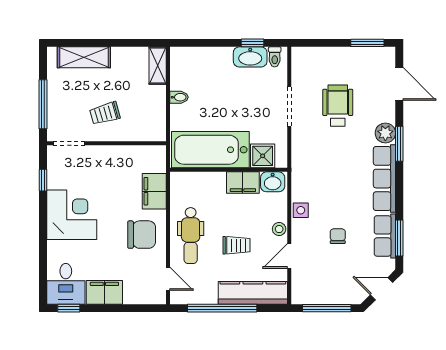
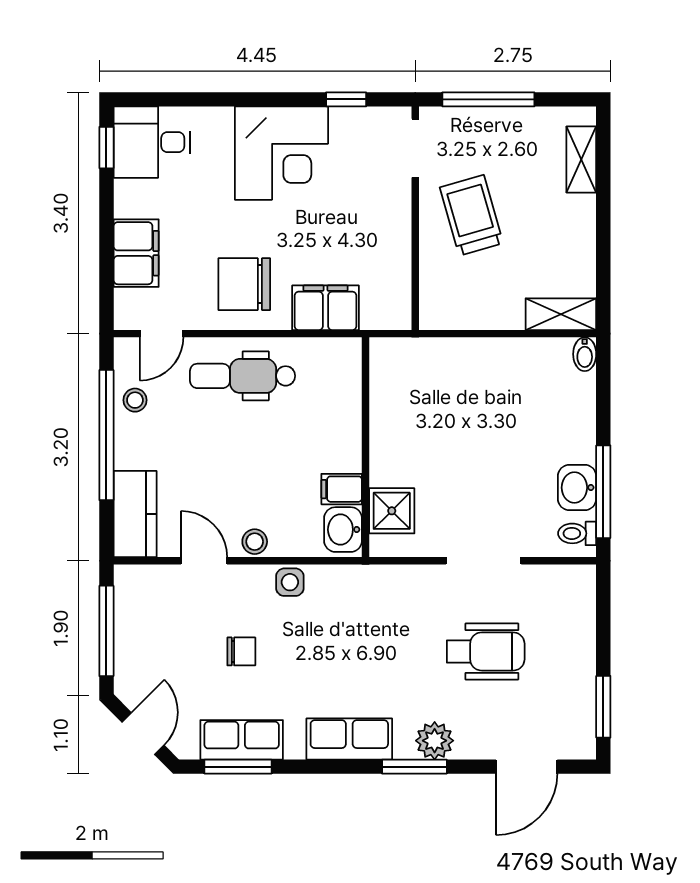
window: (252, 43) -> (603, 492), width x2.17
shelving: (84, 57) -> (581, 159), width x0.67, depth x0.75
washbasin: (250, 57) -> (577, 488), width x0.72
bidet: (179, 97) -> (585, 354), moved
trolley: (105, 113) -> (471, 215), width x1.36, depth x1.39
bathtub: (210, 150) -> (403, 413), removed
row of seats: (384, 179) -> (349, 739), width x0.68
filing cabinet: (243, 183) -> (342, 489), width x0.50
chair: (142, 235) -> (244, 284), turned 90
trolley: (236, 245) -> (224, 462), removed
filing cabinet: (104, 292) -> (136, 253), moved
stool: (204, 293) -> (135, 400), added
kitchen counter: (253, 293) -> (135, 514), width x0.67

